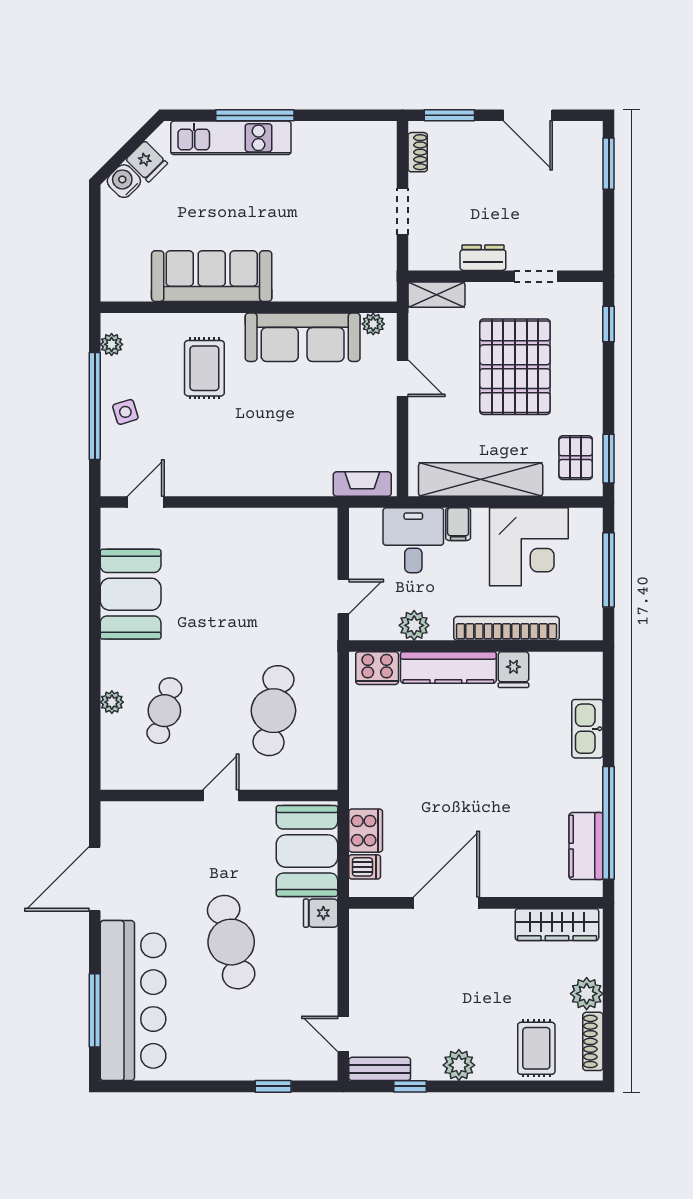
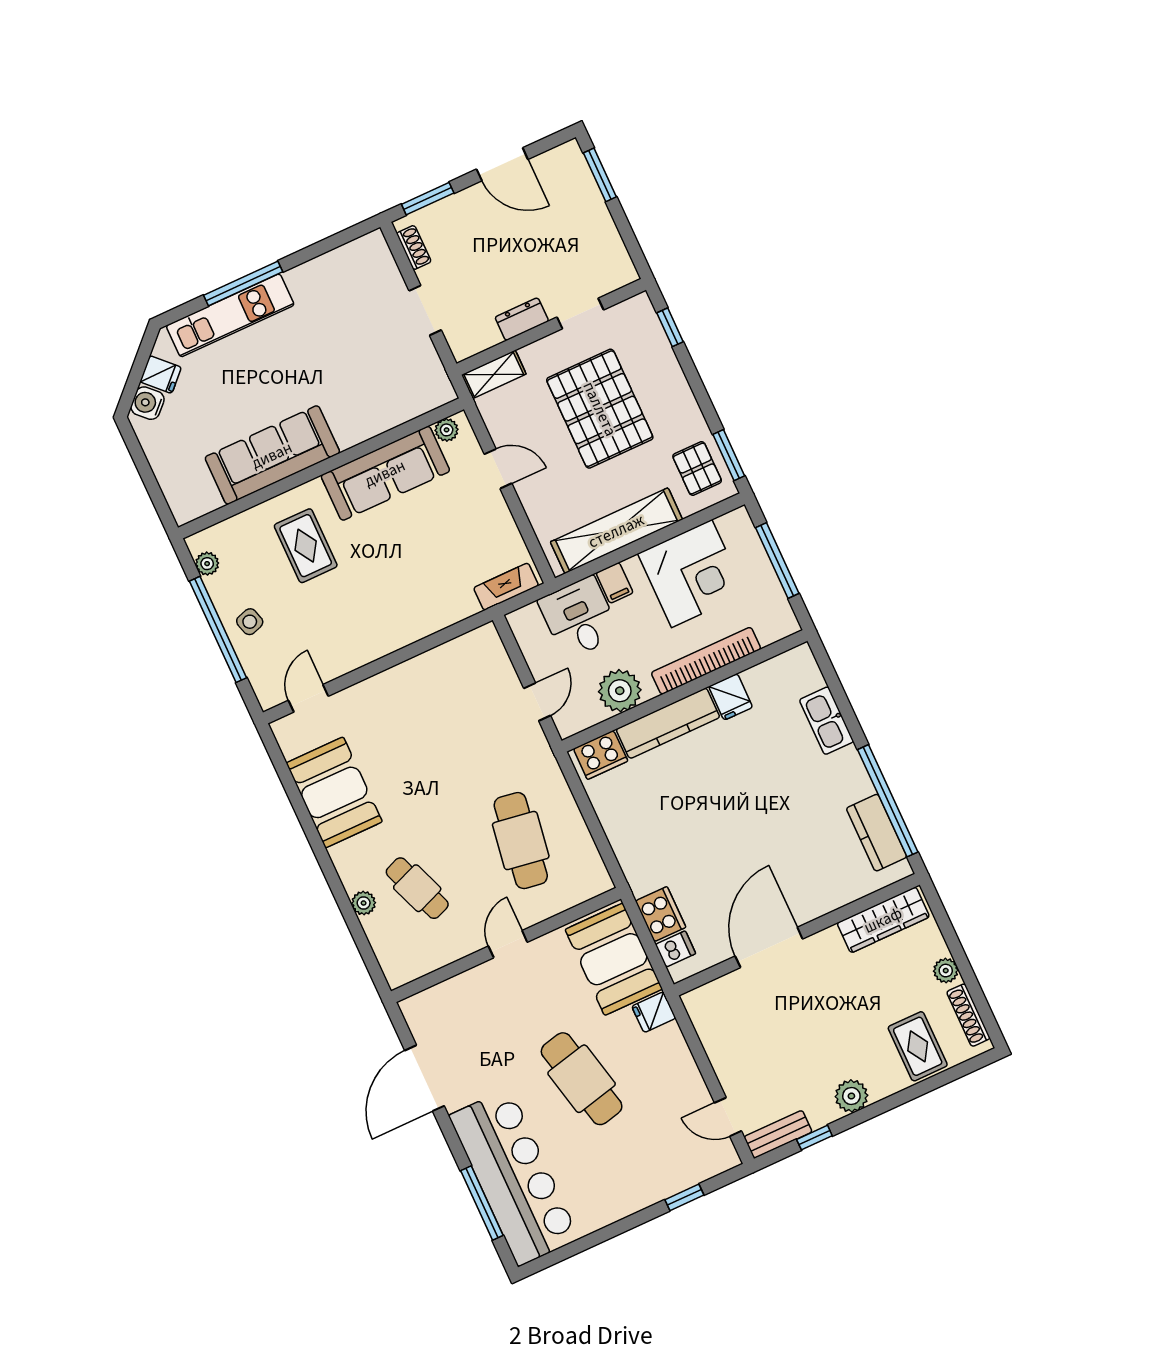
plant: (414, 625) -> (620, 691), width x1.36, depth x1.36
cafe table: (164, 711) -> (417, 888), turned -36
plant: (587, 994) -> (946, 971), width x0.73, depth x0.73

